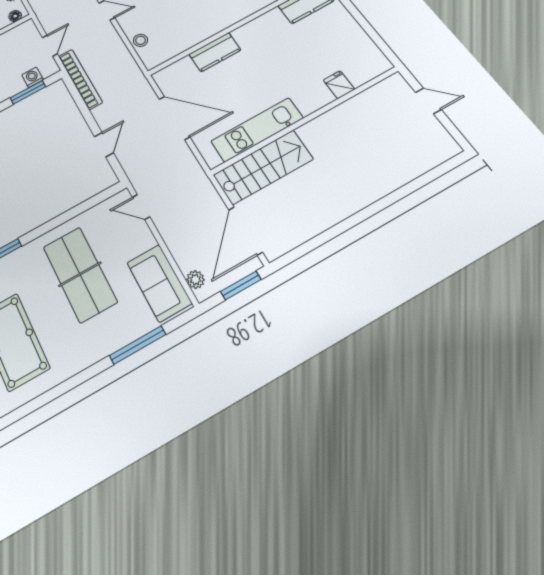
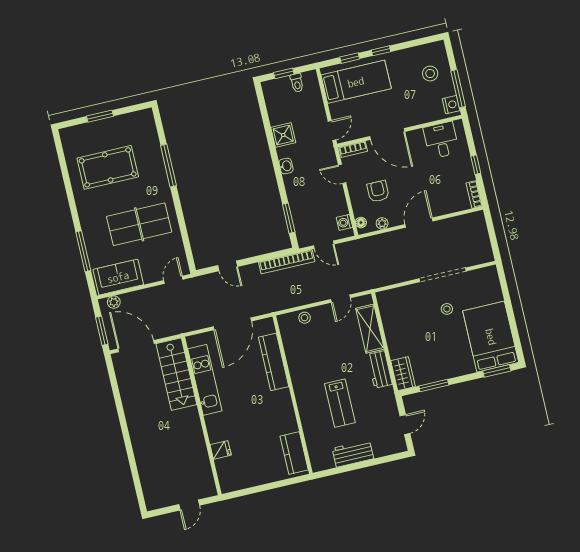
kitchen counter: (215, 52) -> (274, 362), width x1.50
washing machine: (33, 77) -> (344, 222), moved, turned 180

